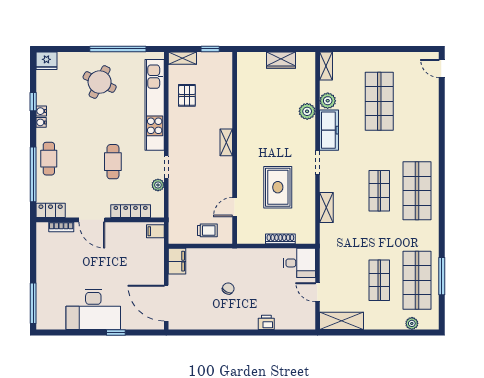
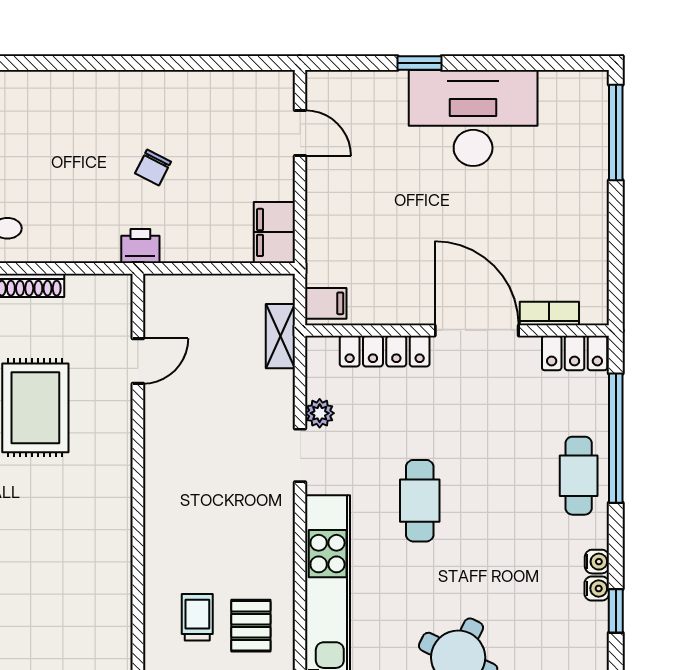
shelving: (226, 142) -> (280, 336), moved
cafe table: (113, 162) -> (420, 501), moved
door: (92, 220) -> (477, 330), width x1.36
trolley: (207, 230) -> (197, 617), moved, turned 90
door: (166, 303) -> (300, 133), width x0.53
printer: (266, 322) -> (140, 246), moved, turned 180

